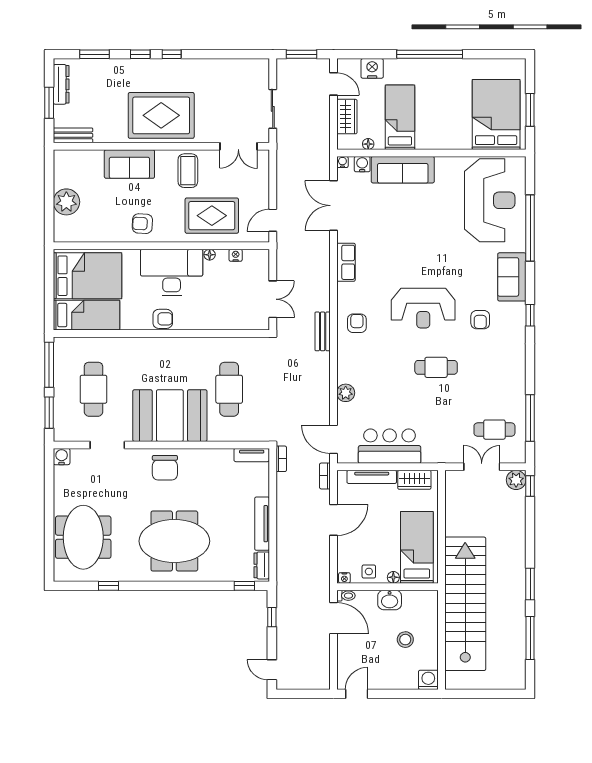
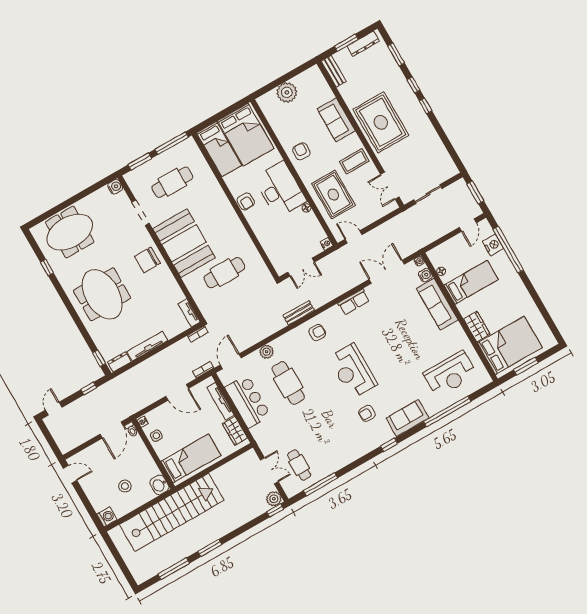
window: (430, 54) -> (508, 250), moved
wardrobe: (347, 117) -> (477, 327), moved, turned -90
reception desk: (490, 200) -> (450, 374), width x0.74, depth x0.77
nightstand: (236, 255) -> (327, 244), moved
cafe table: (436, 367) -> (288, 383), moved, width x1.37, depth x1.35
floor lamp: (393, 577) -> (162, 454), removed
washbasin: (390, 600) -> (159, 485), moved

